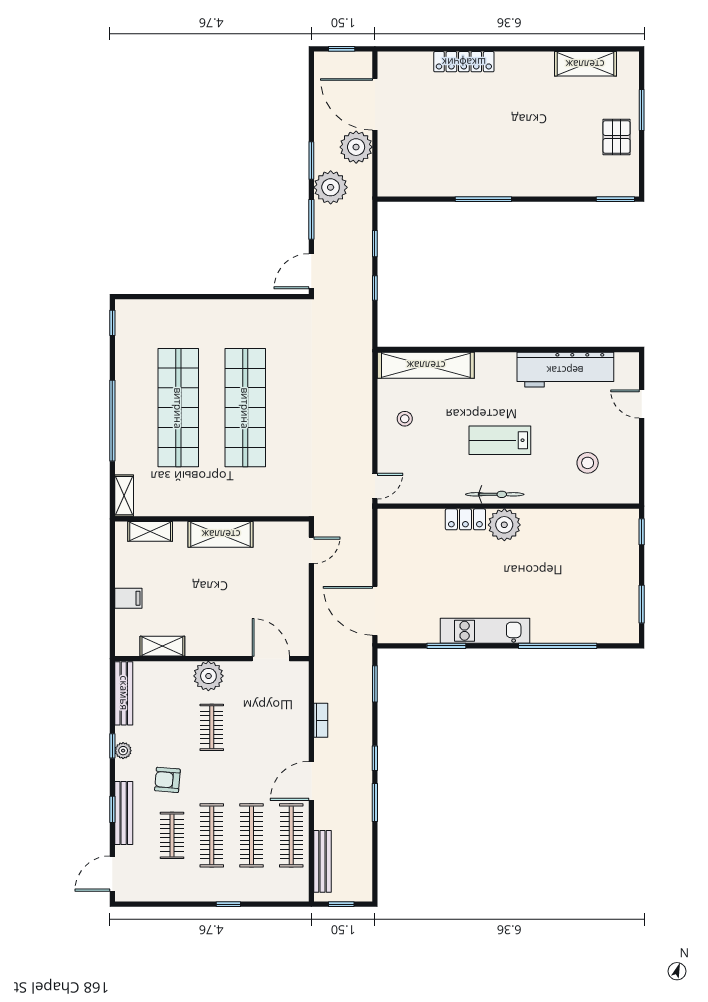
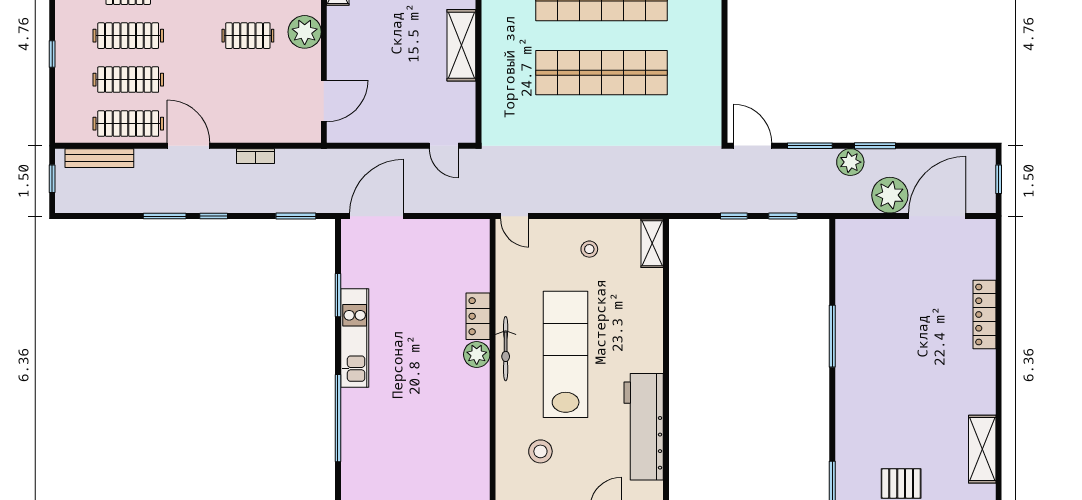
plant: (331, 187) -> (850, 162), width x0.73, depth x0.73
shelving: (426, 365) -> (652, 243), width x0.45, depth x0.75
lab bench: (500, 440) -> (566, 354), width x1.86, depth x1.39
plant: (504, 525) -> (477, 354), width x0.73, depth x0.73

